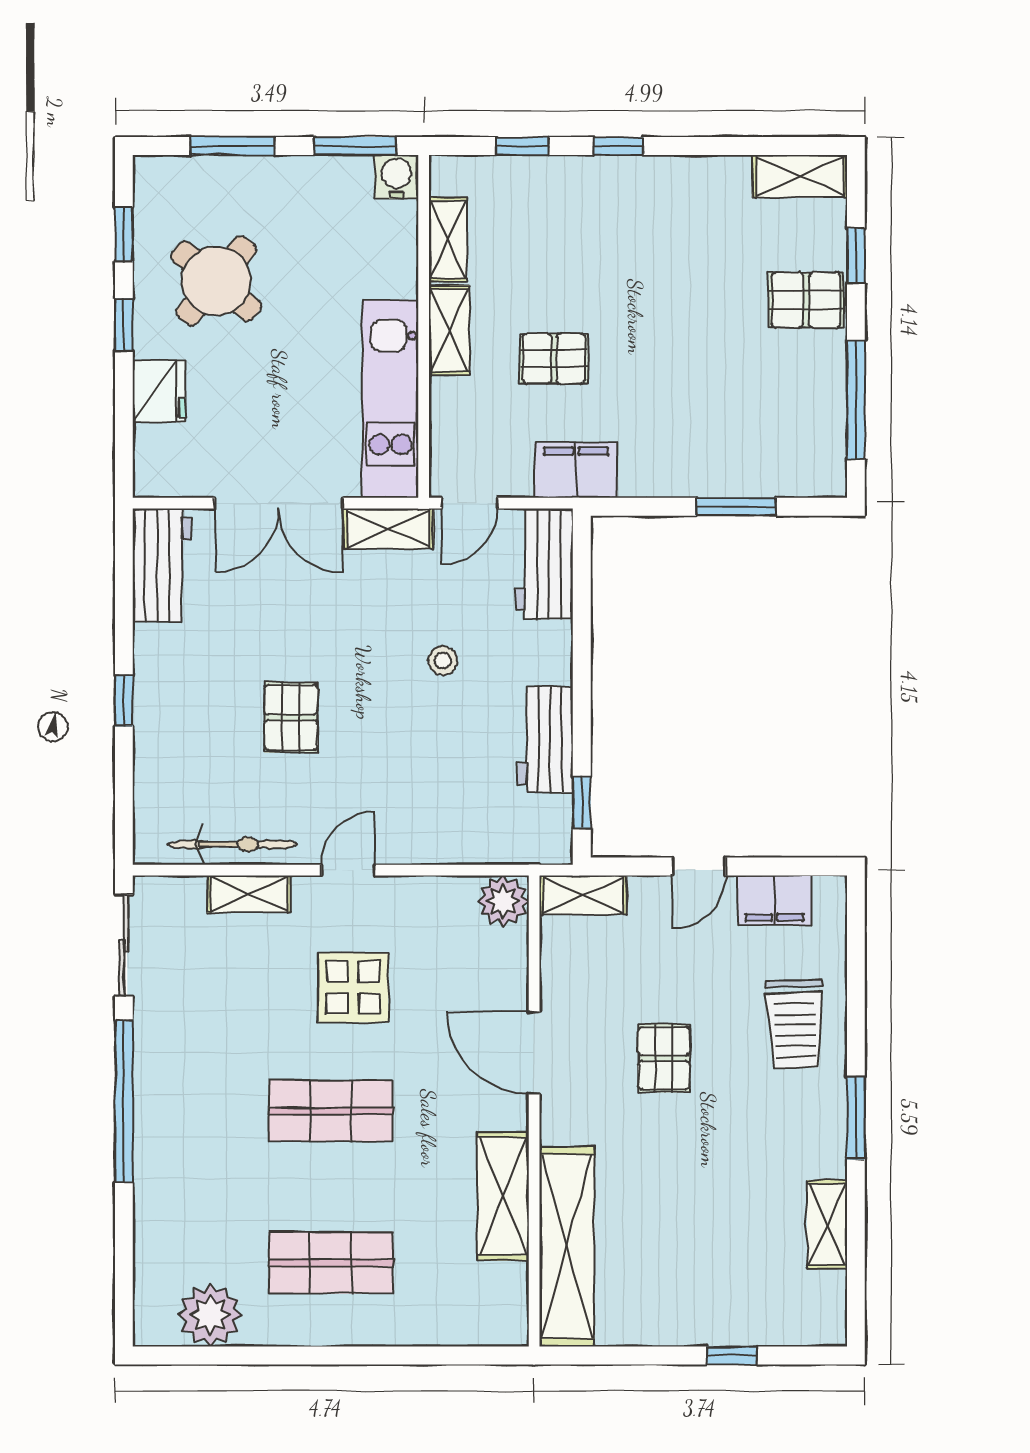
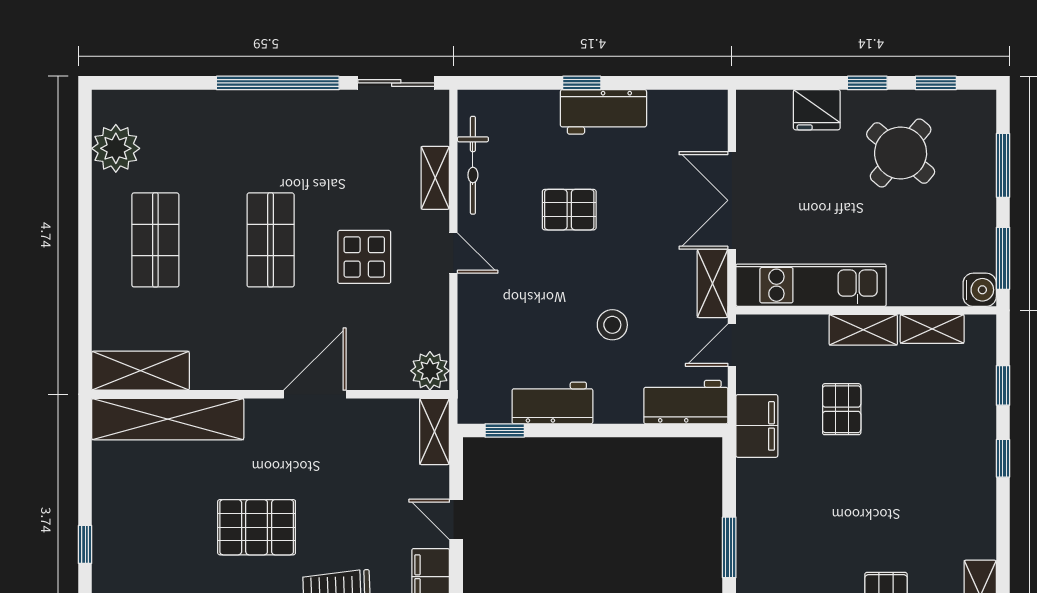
door: (469, 503) -> (732, 345), hinge flipped
workbench: (162, 565) -> (603, 112), moved
stool: (443, 661) -> (612, 325), width x1.37, depth x1.37
pallet: (664, 1058) -> (257, 527), moved, width x1.50, depth x1.42
shelving: (503, 1196) -> (141, 371), moved

